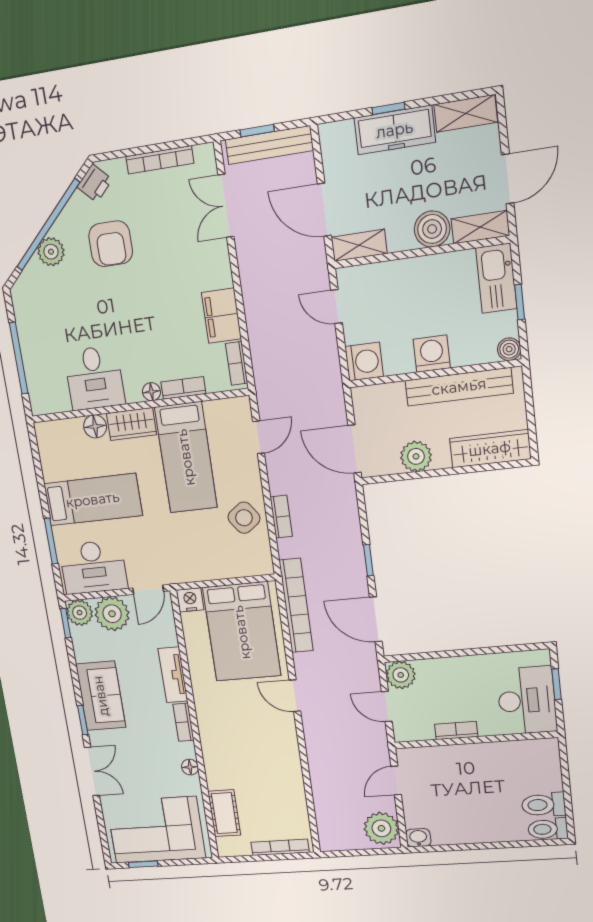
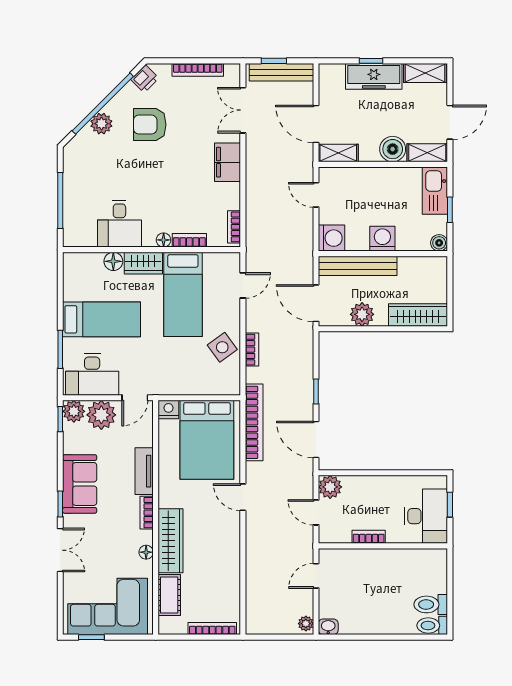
armchair: (111, 244) -> (150, 125), turned 90
filing cabinet: (221, 316) -> (228, 162), moved
bench: (459, 387) -> (358, 266), moved
wardrobe: (216, 752) -> (170, 541), added
plant: (381, 828) -> (306, 624), width x0.53, depth x0.53

